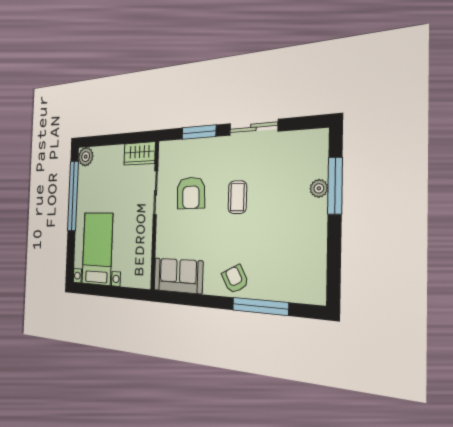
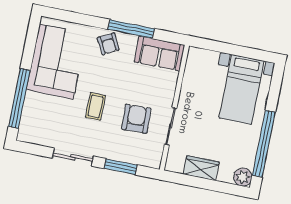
wardrobe: (139, 154) -> (201, 168), moved
window: (335, 186) -> (19, 98), width x1.46
plant: (319, 188) -> (31, 99), removed
corner sofa: (295, 245) -> (56, 62), added
window: (260, 306) -> (131, 29), moved

